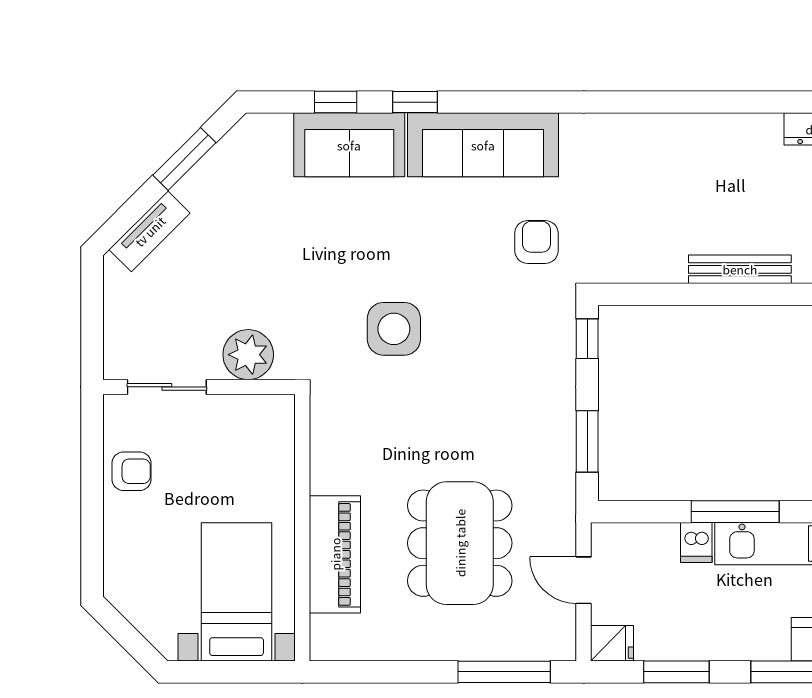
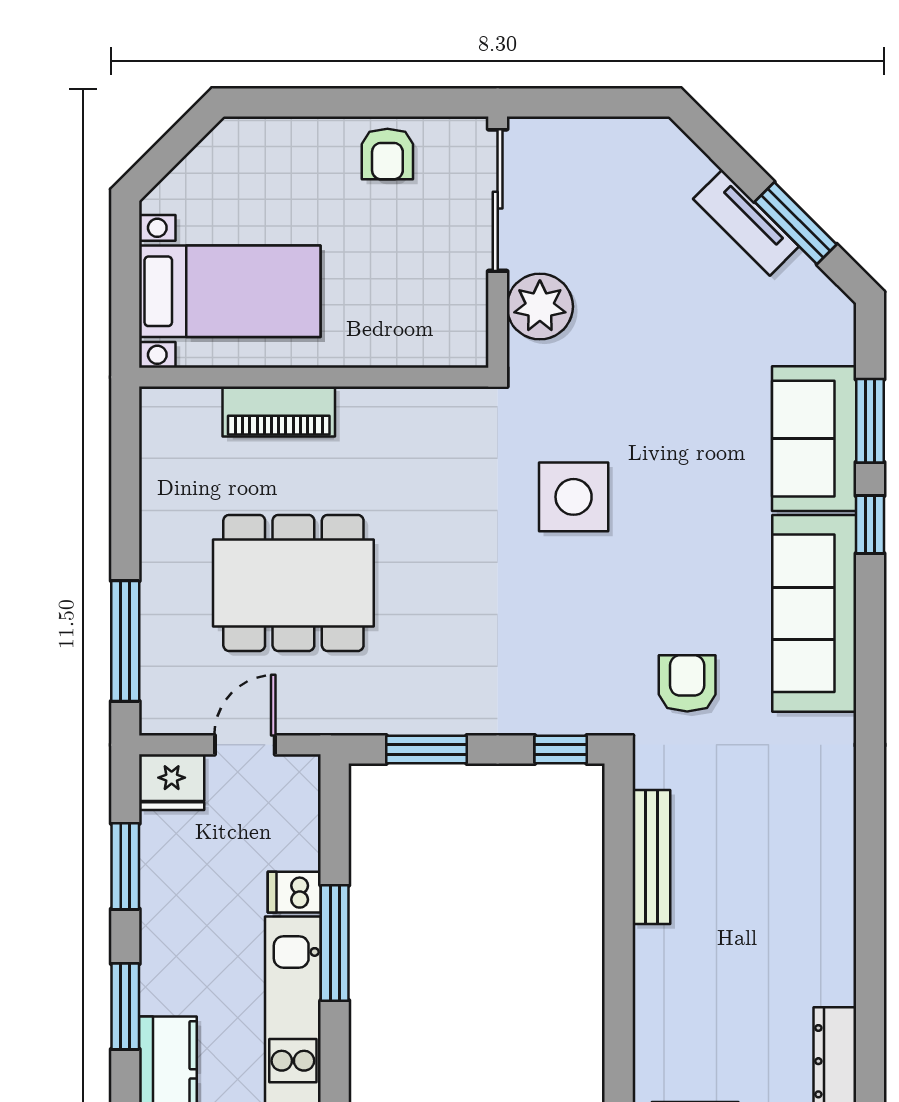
window: (336, 102) -> (870, 421), width x1.50
tv unit: (150, 231) -> (746, 223), moved
armchair: (536, 242) -> (687, 683), turned -90
bench: (740, 269) -> (651, 857), moved
sliding door: (167, 387) -> (498, 200), width x1.37
piano: (335, 554) -> (279, 412), width x0.73, depth x0.75
fridge: (612, 643) -> (172, 782), width x1.38

